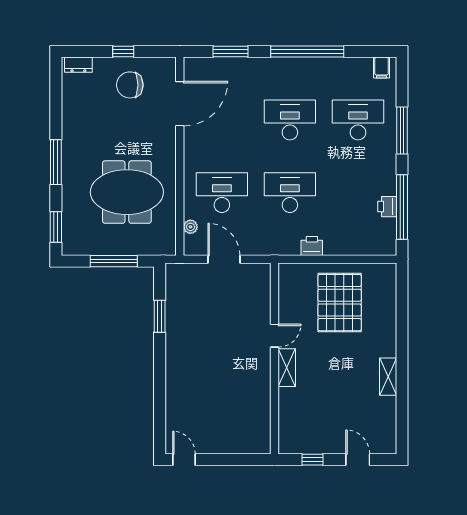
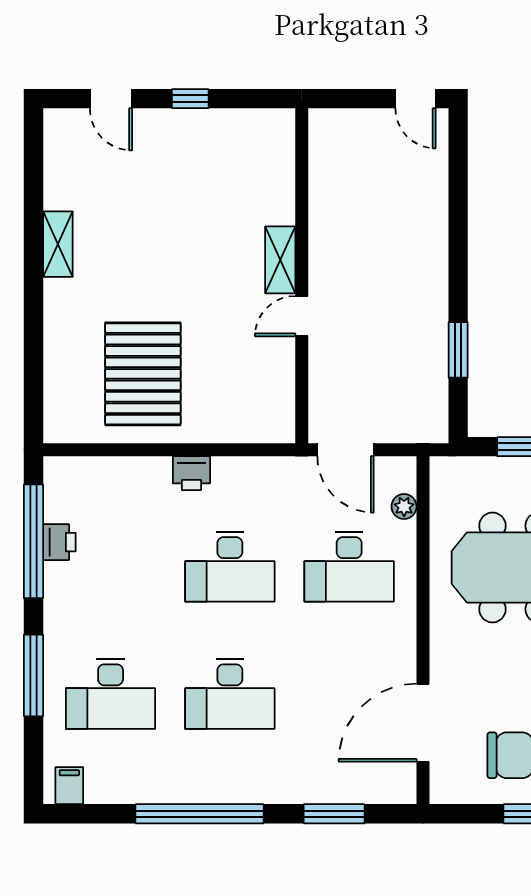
door: (274, 336) -> (302, 316), moved
wall: (274, 359) -> (302, 276), moved
shelving: (287, 368) -> (280, 260), moved

